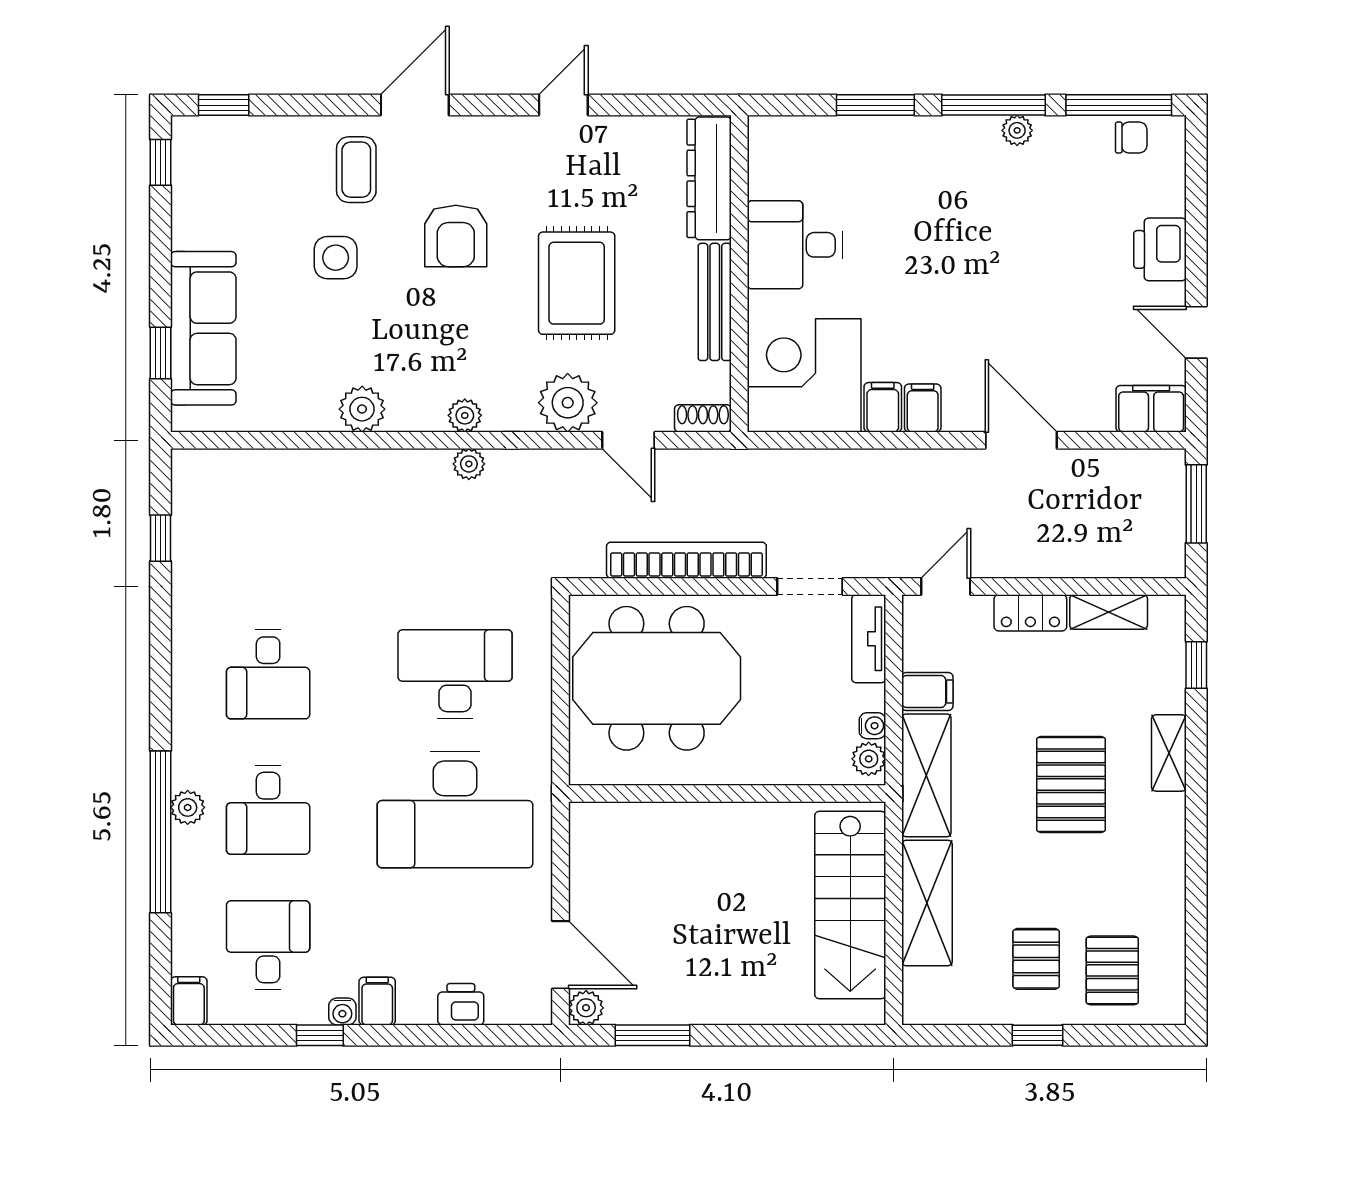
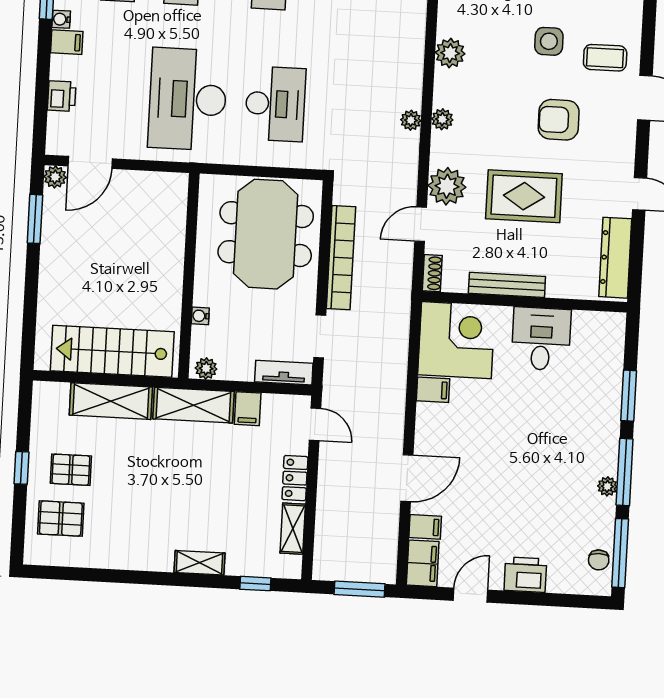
dresser: (709, 178) -> (615, 258), moved, turned -90
filing cabinet: (923, 408) -> (425, 527), moved
water cooler: (872, 726) -> (200, 316), moved, turned 90
pallet: (1071, 785) -> (182, 498), removed

